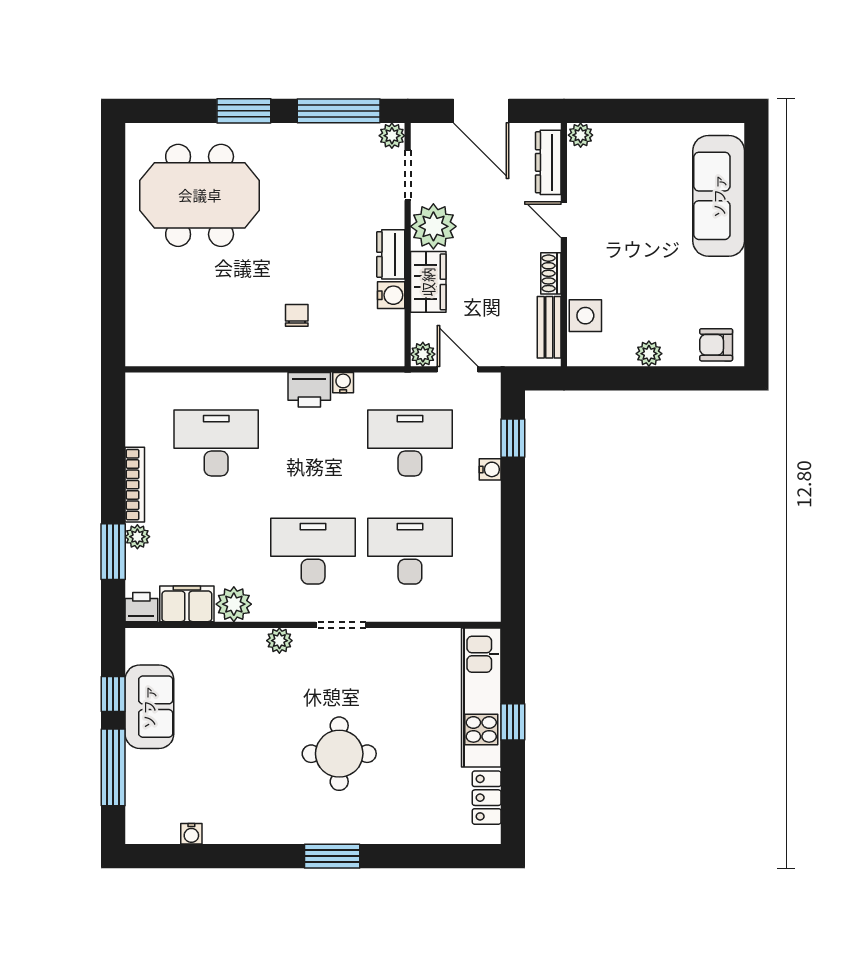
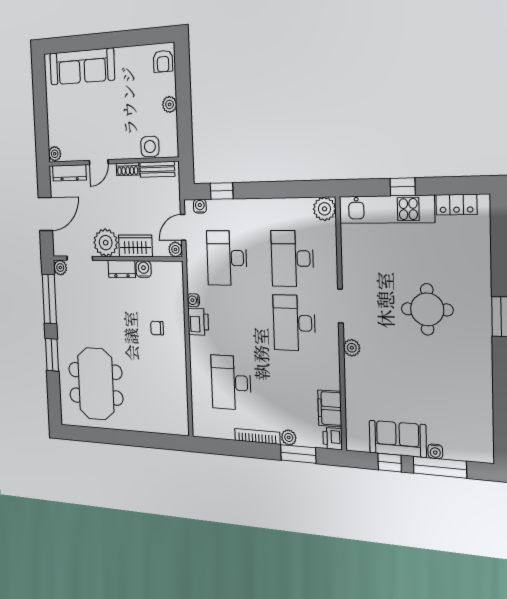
water cooler: (490, 469) -> (200, 206), moved
plant: (234, 604) -> (325, 209), moved
water cooler: (191, 834) -> (435, 451), moved, turned 90

